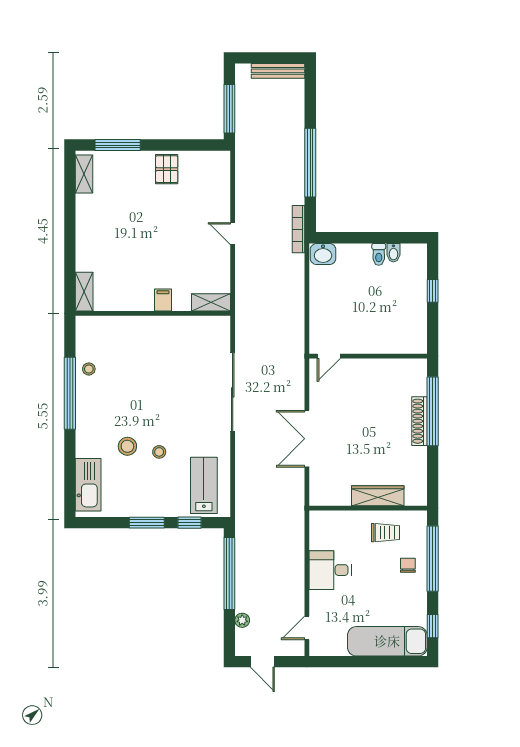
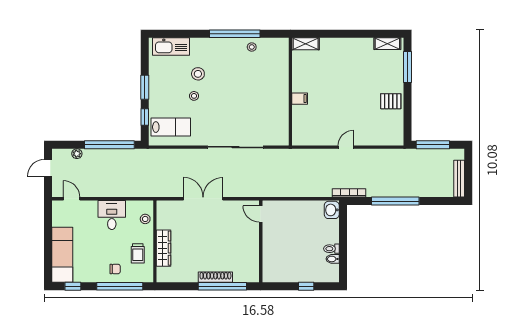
shelving: (211, 302) -> (298, 132), removed
stool: (336, 522) -> (145, 219), added

